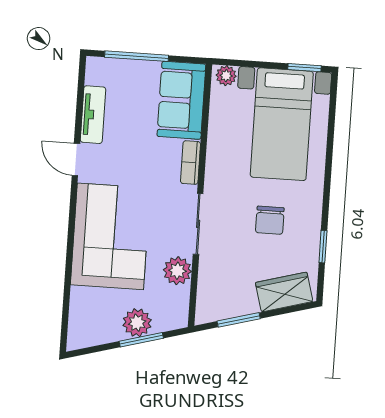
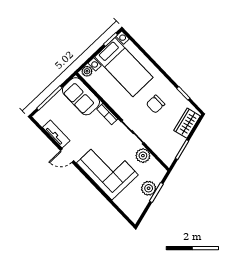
chair: (270, 220) -> (156, 104), turned 90

